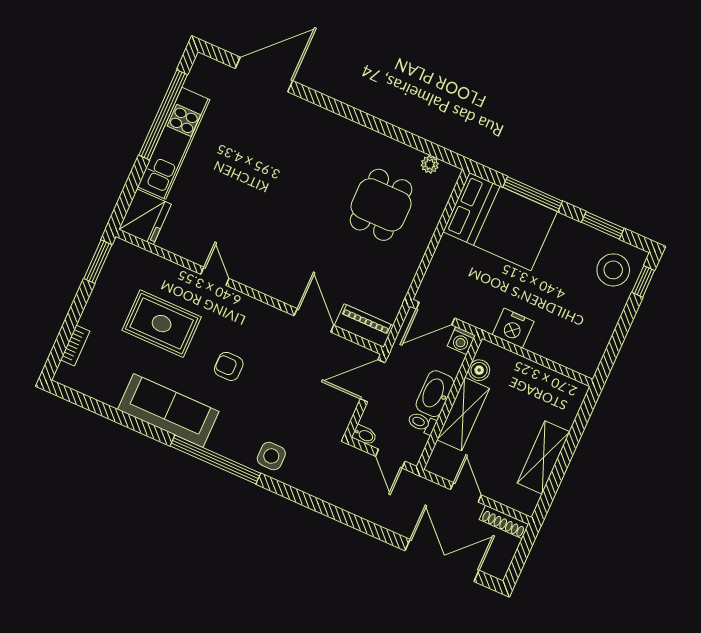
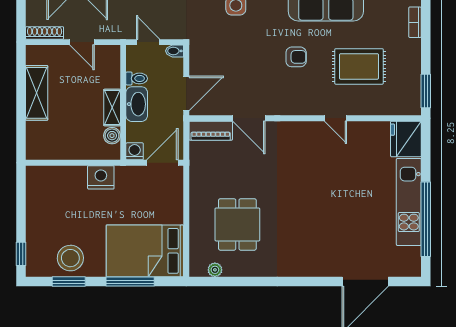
stool: (613, 270) -> (70, 258), moved
shelving: (463, 414) -> (112, 108), width x0.67, depth x0.75

